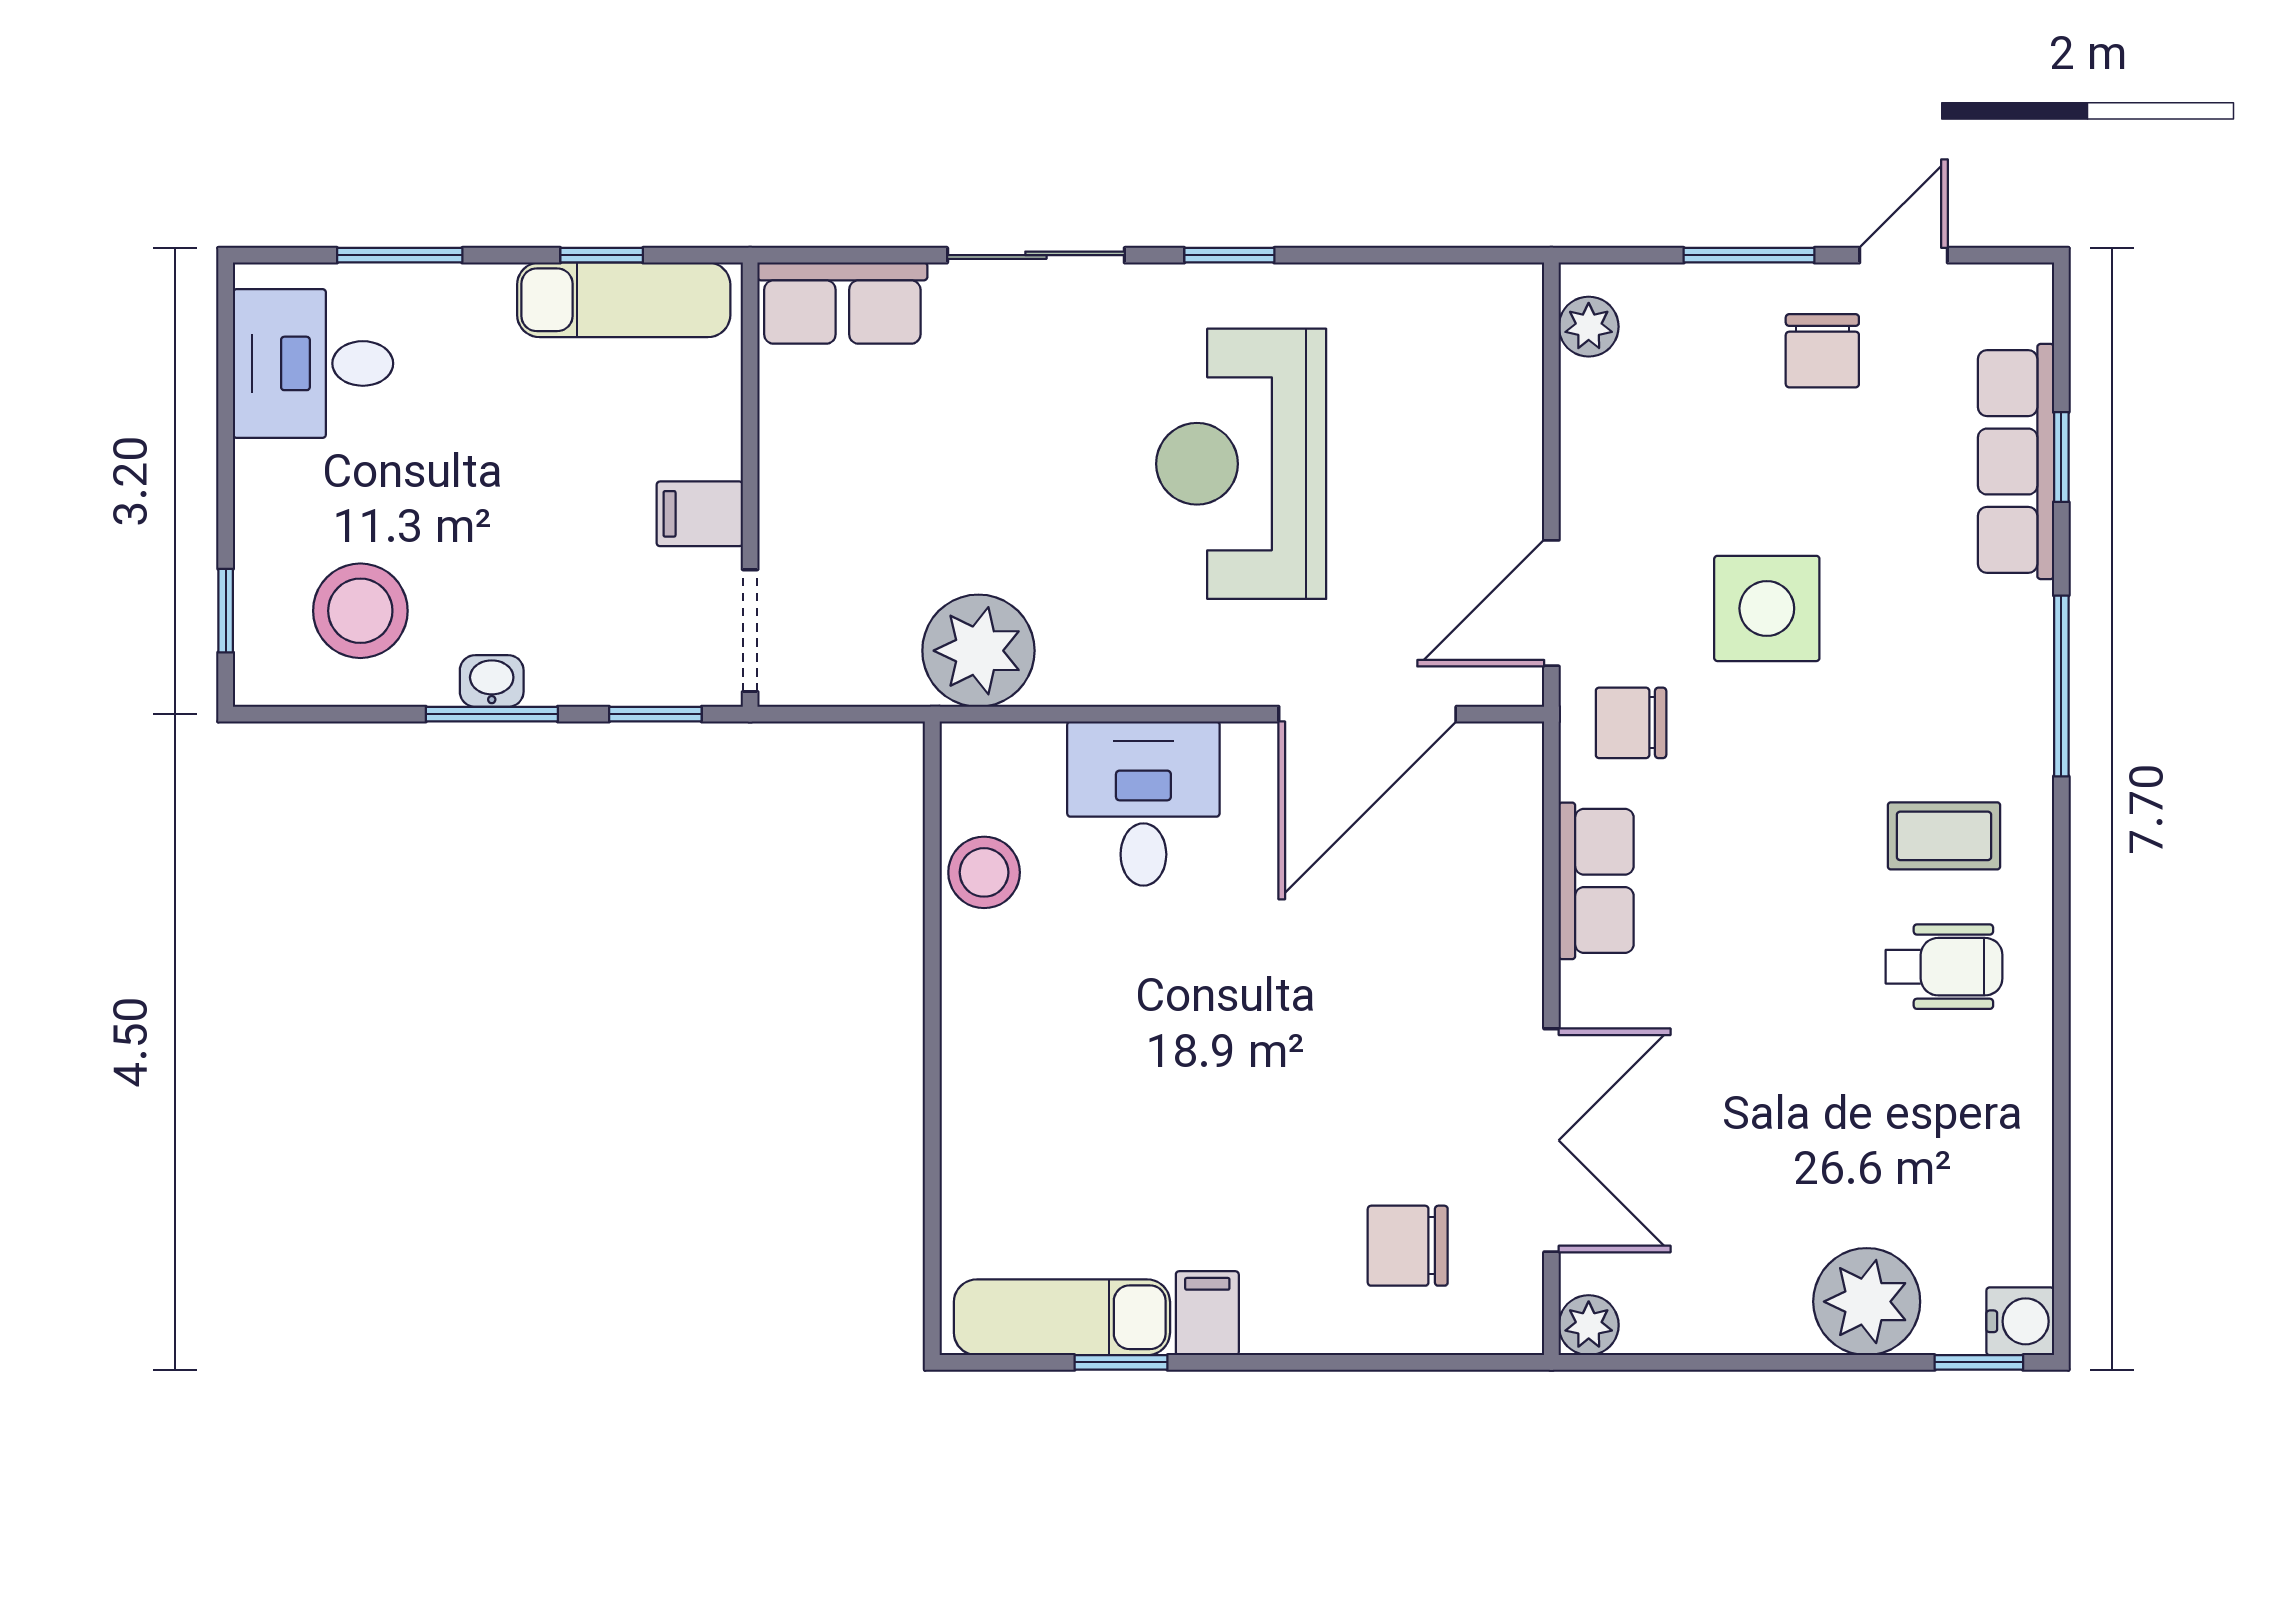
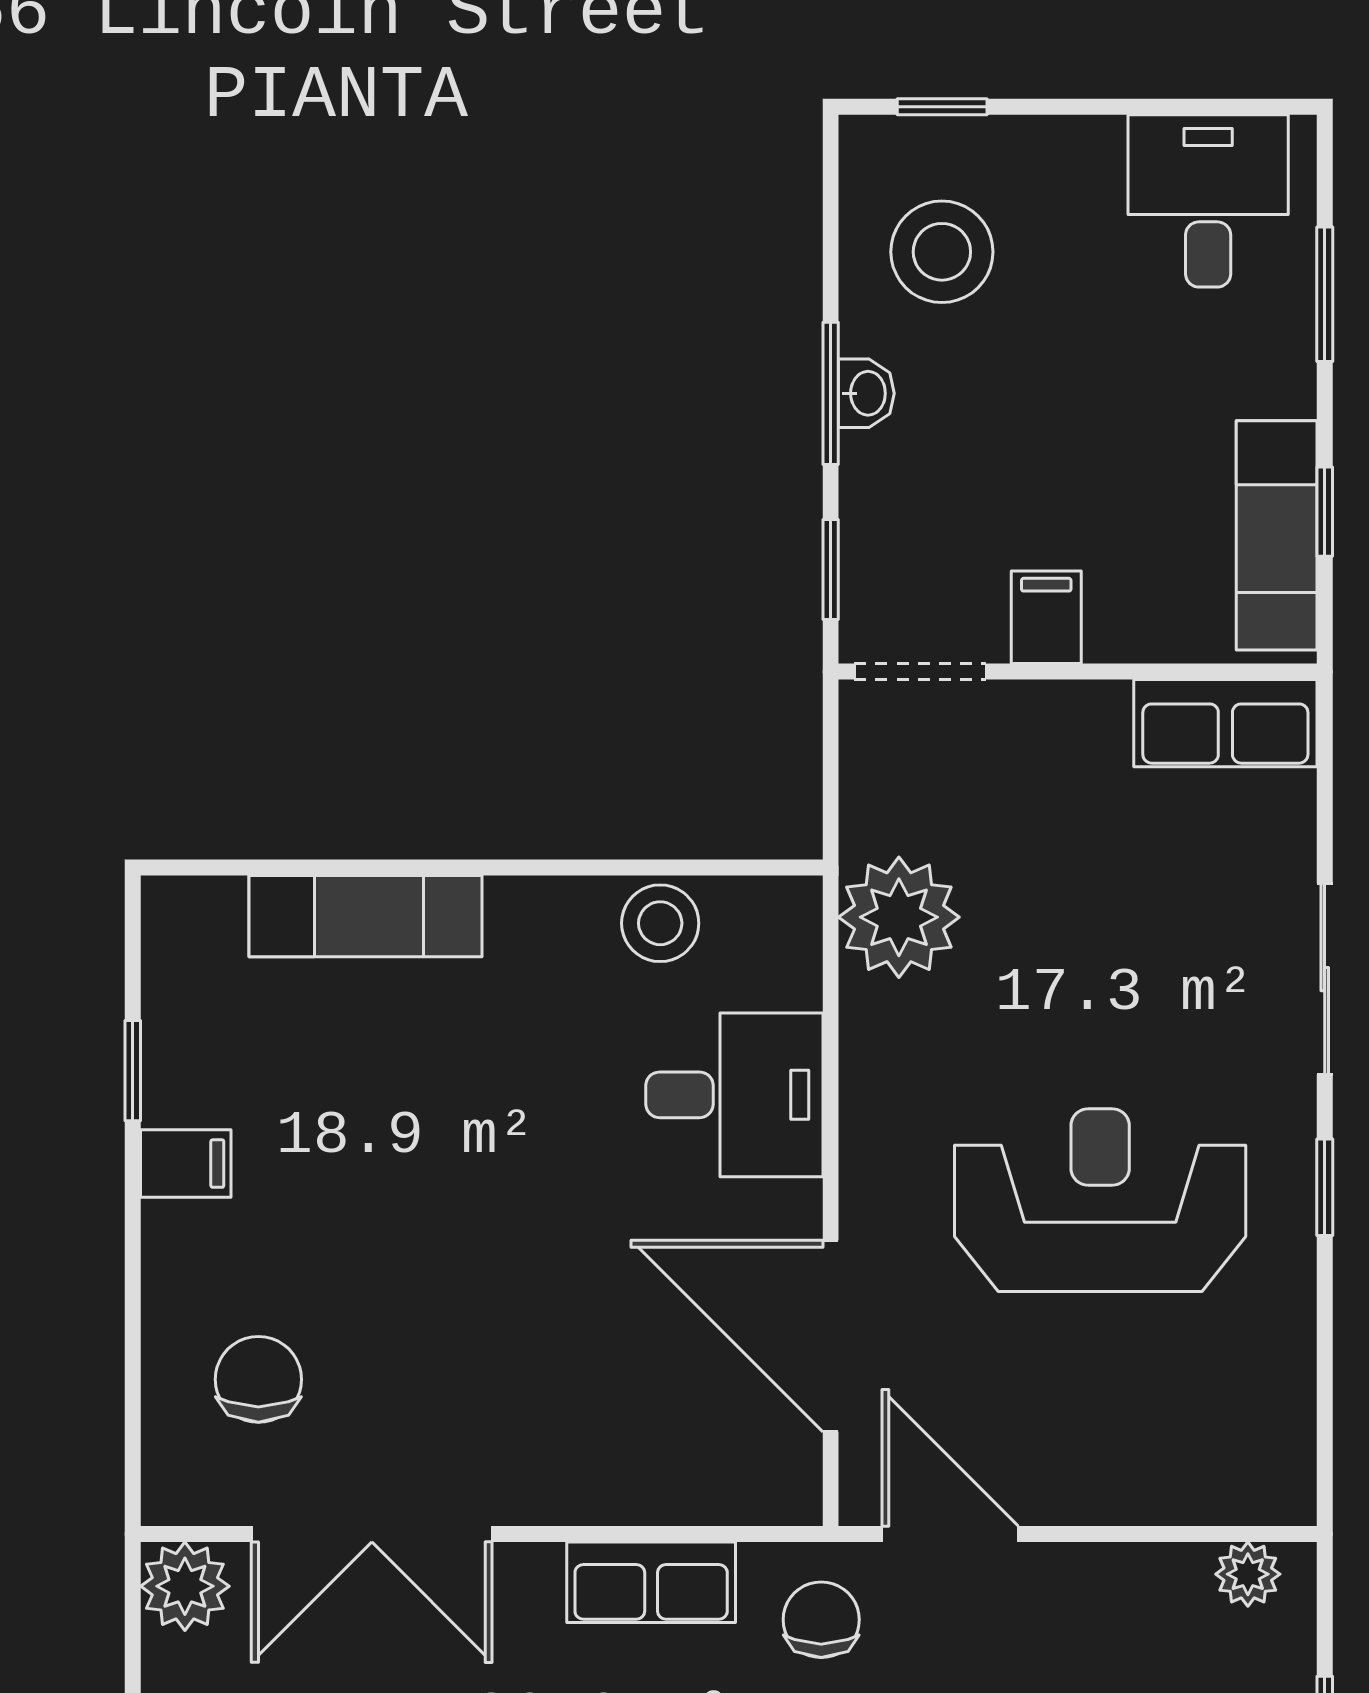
row of seats: (842, 303) -> (1225, 723), moved, turned -90
exam couch: (1062, 1317) -> (365, 916), moved, turned 90
plant: (1589, 1325) -> (185, 1586), width x1.38, depth x1.38

